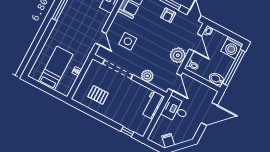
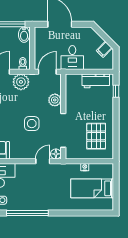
side table: (128, 41) -> (32, 124), moved
floor lamp: (101, 53) -> (56, 154), added
pallet: (98, 95) -> (96, 136), width x1.50, depth x1.42
workbench: (153, 105) -> (96, 81), moved

